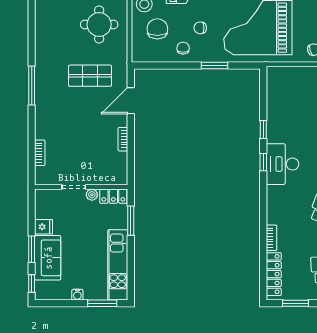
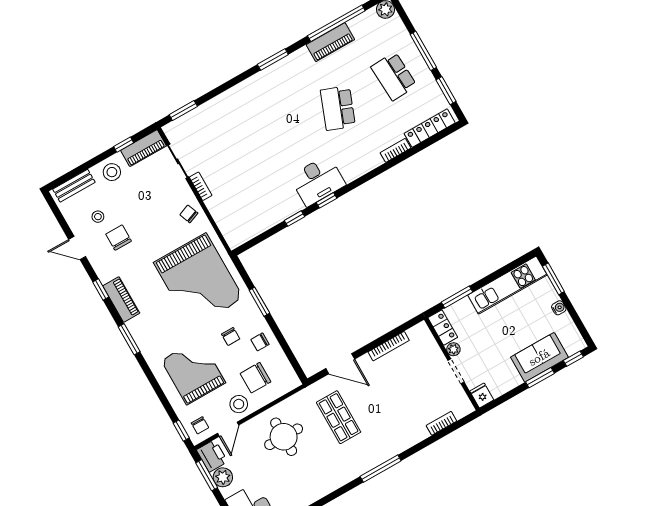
bookcase: (123, 139) -> (389, 346), width x1.56
fridge: (44, 227) -> (482, 395), moved

